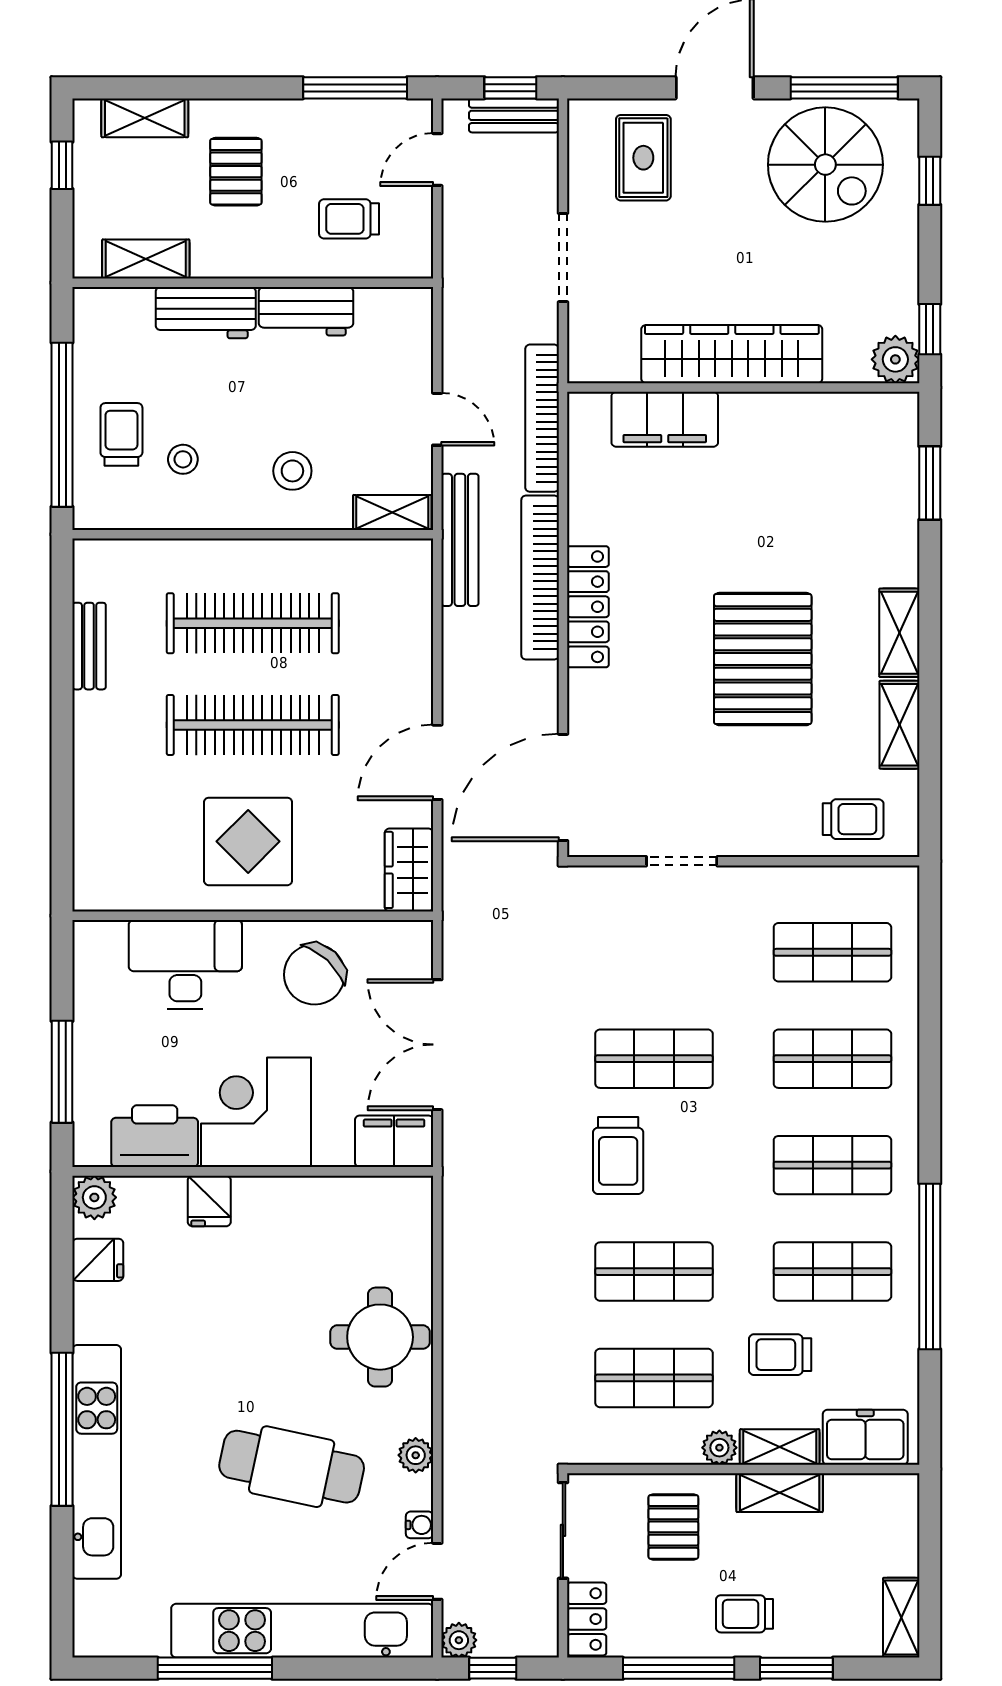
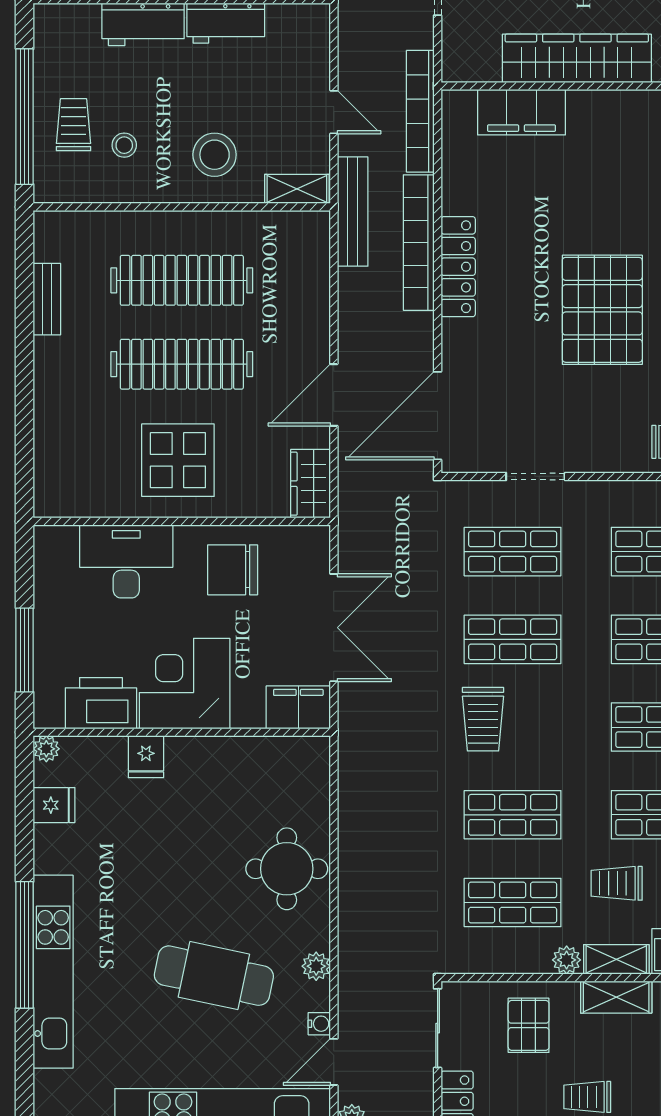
stool: (292, 471) -> (215, 155), width x1.38, depth x1.38
shop shelf: (654, 952) -> (513, 552), added
chair: (314, 974) -> (233, 570), turned 47
double door: (437, 1045) -> (334, 628), swing flipped
plant: (94, 1197) -> (46, 749), width x0.73, depth x0.73

